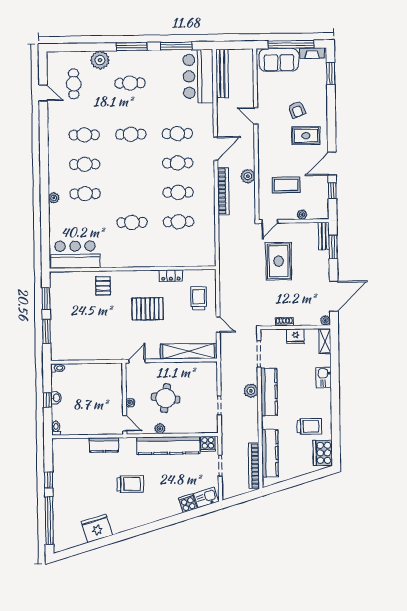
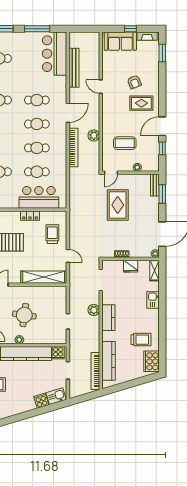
window: (291, 44) -> (130, 29), width x0.32
bench: (222, 73) -> (74, 68), moved
bar counter: (181, 253) -> (39, 197), added
kitchen counter: (269, 392) -> (108, 318), width x0.67

